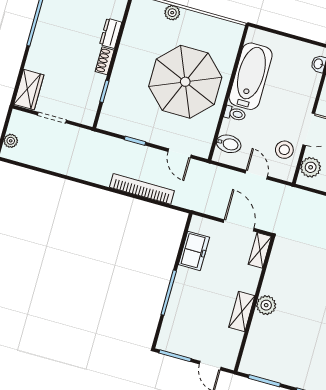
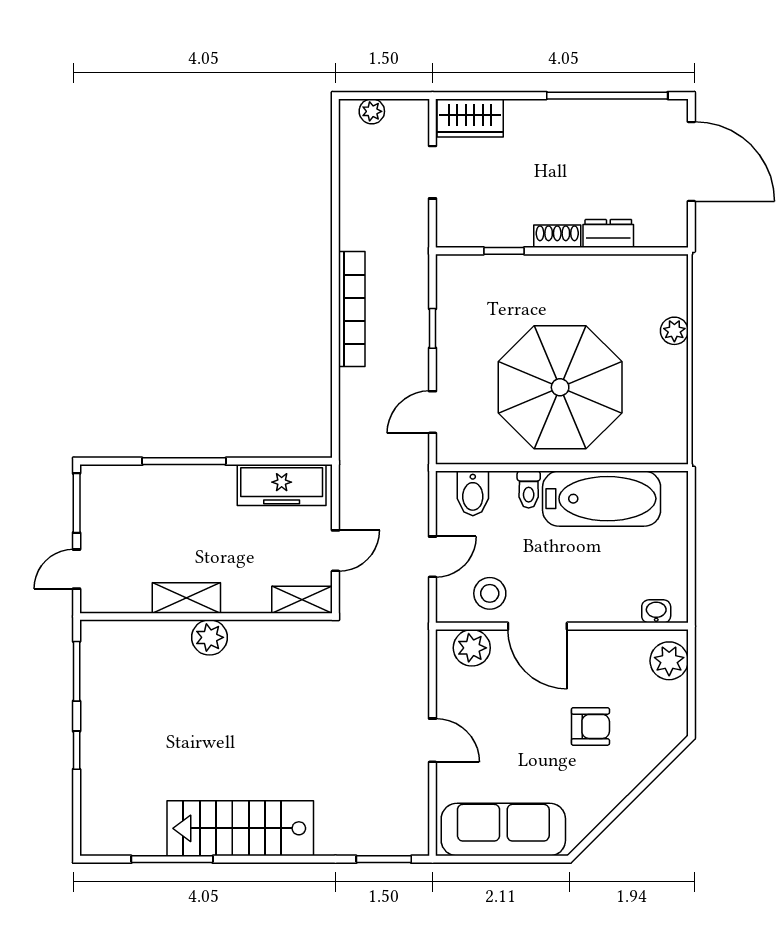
bookcase: (142, 189) -> (352, 309), moved
door: (239, 225) -> (335, 551), width x0.73
freezer: (194, 251) -> (282, 485), width x1.40

